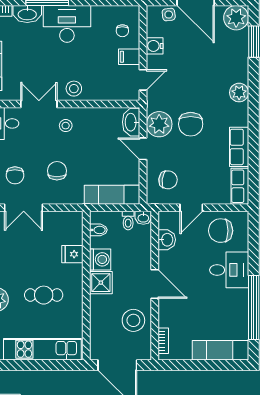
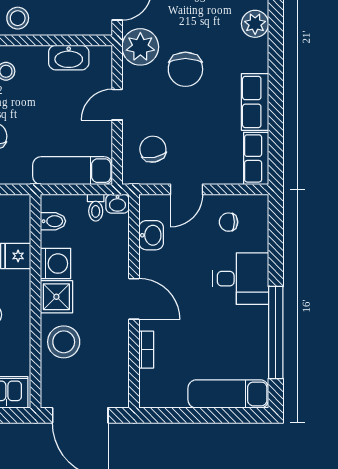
washbasin: (131, 122) -> (69, 58), moved, turned -90
plant: (159, 124) -> (140, 47), moved
door: (143, 149) -> (117, 105), hinge flipped
chair: (168, 180) -> (153, 149), turned -109
chair: (221, 231) -> (228, 222), width x0.54, depth x0.54
stool: (133, 320) -> (64, 342), moved
bookcase: (163, 341) -> (146, 350), moved

